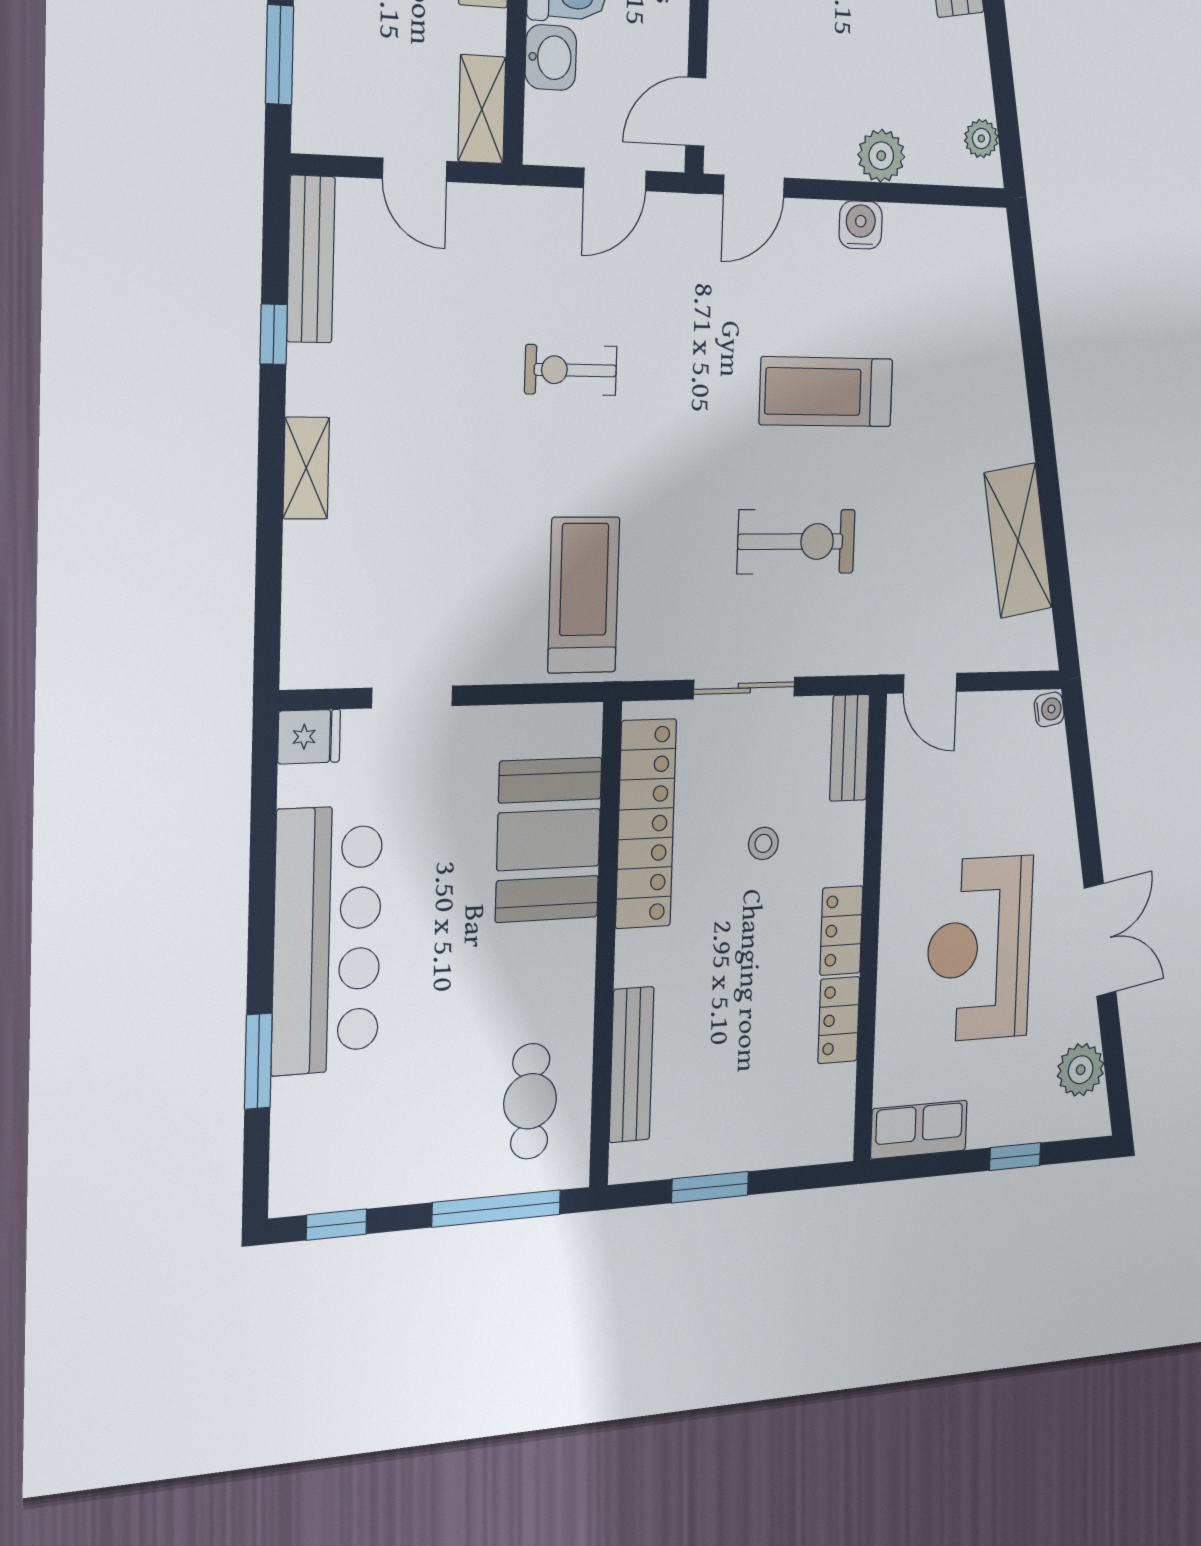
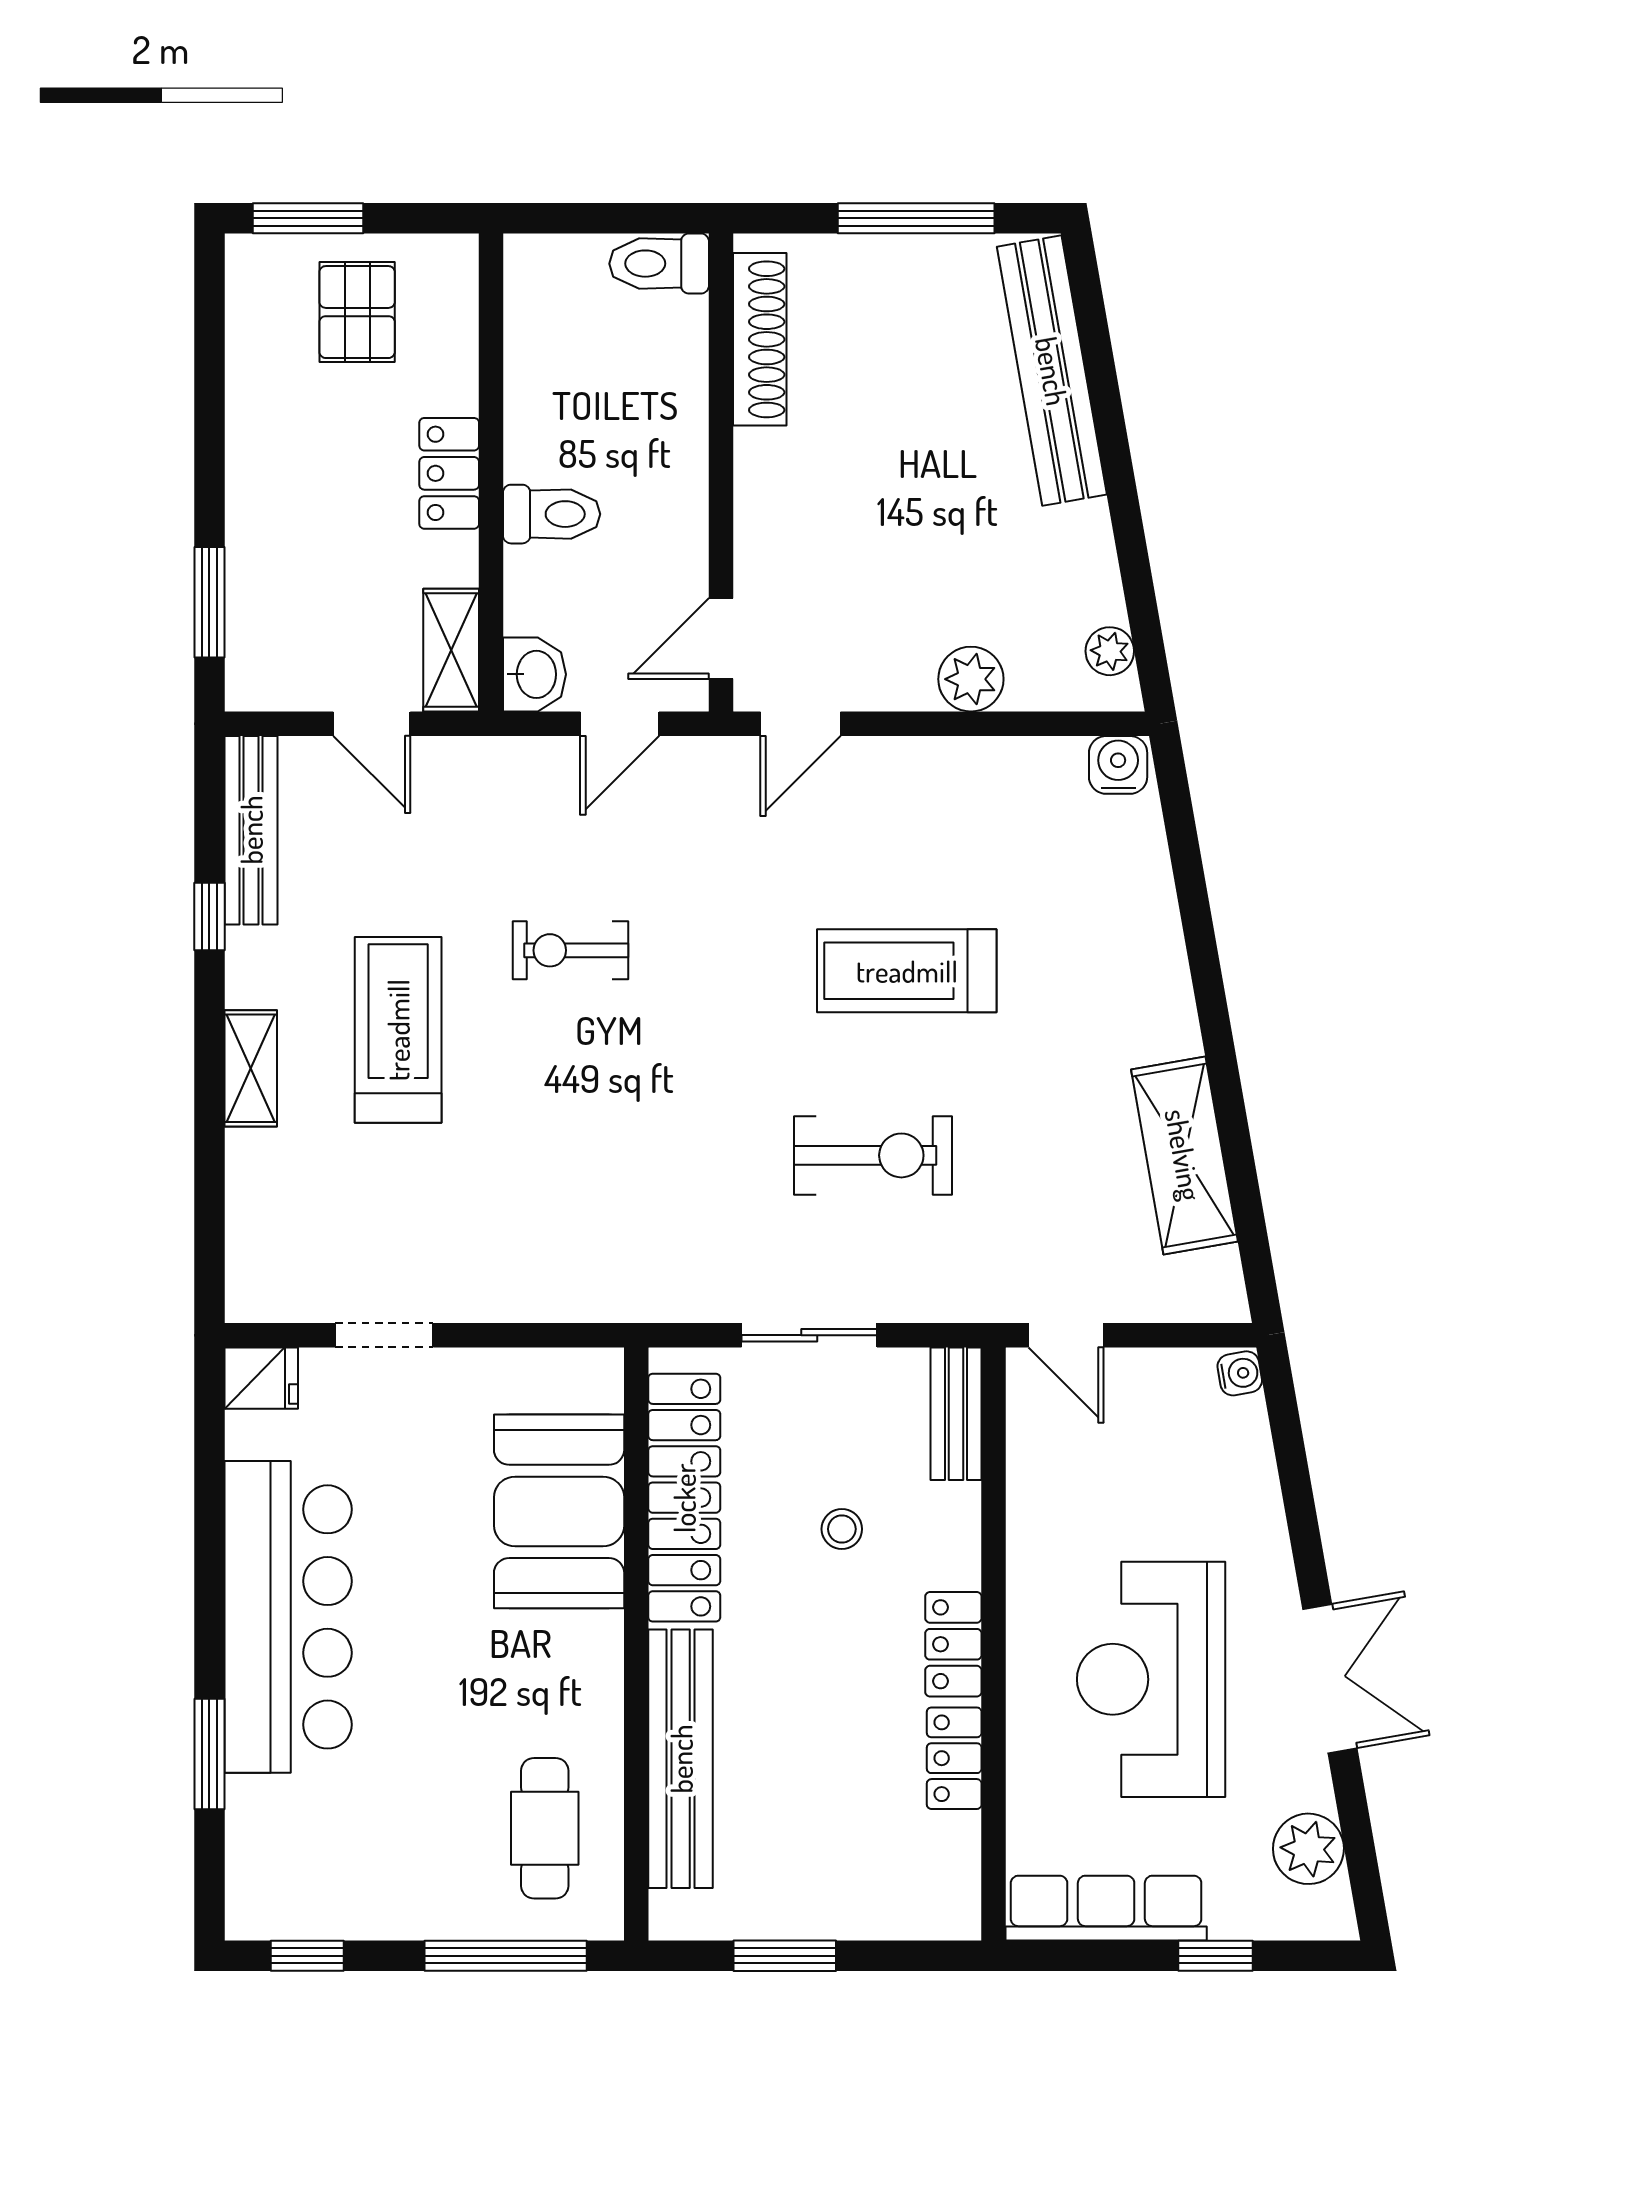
washbasin: (551, 57) -> (535, 674), moved
water cooler: (861, 225) -> (1118, 765), moved
treadmill: (584, 595) -> (398, 1030), moved
bench: (632, 1065) -> (681, 1759), width x1.37, depth x1.21
row of seats: (919, 1130) -> (1106, 1908), width x1.48

